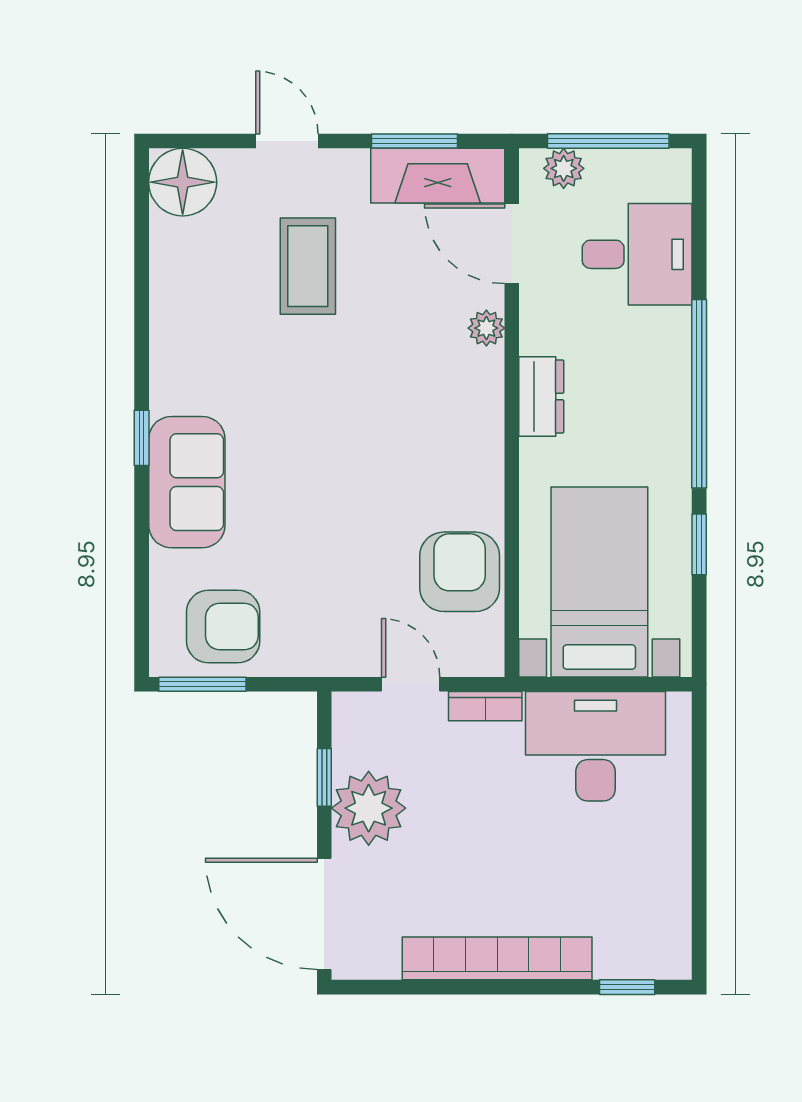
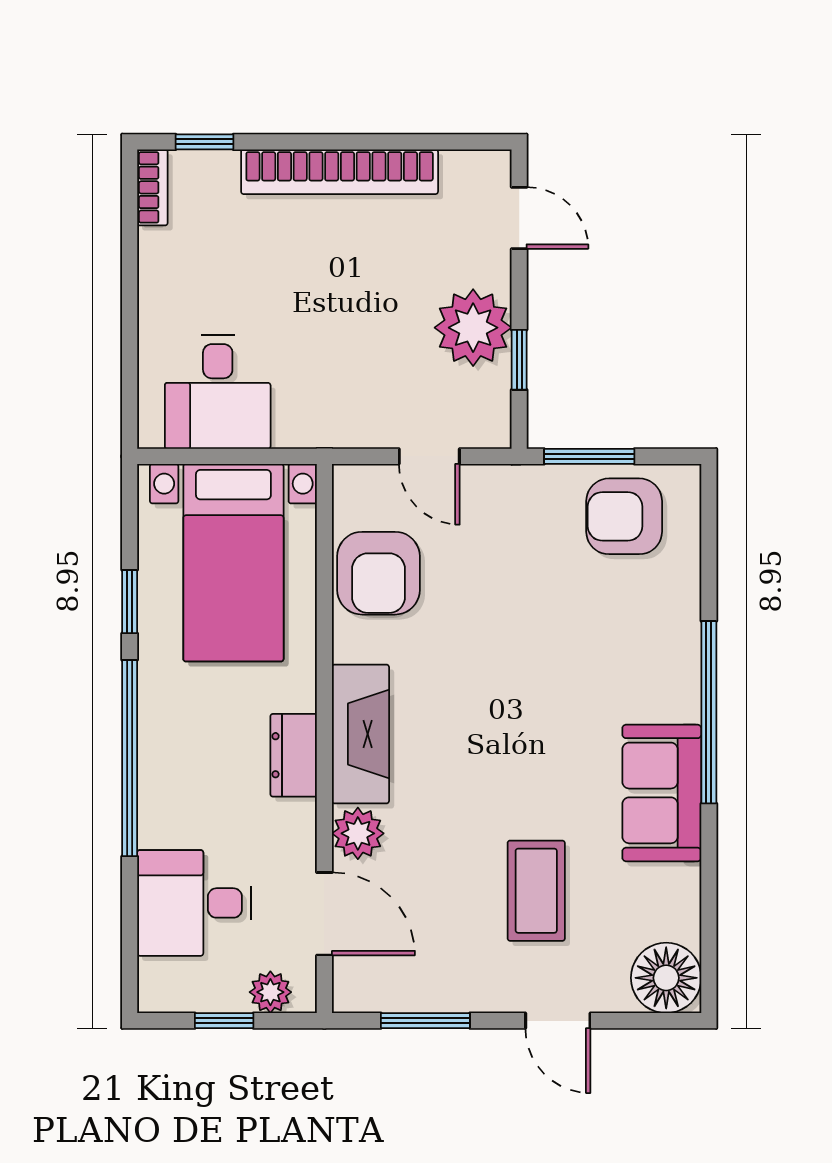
window: (608, 141) -> (224, 1021), width x0.46
fireplace: (438, 176) -> (360, 734), moved, turned 90
plant: (486, 328) -> (358, 833), width x1.38, depth x1.38
window: (142, 438) -> (709, 712), width x3.17
sofa: (187, 482) -> (662, 793), moved
window: (202, 684) -> (589, 456), moved
bookcase: (485, 706) -> (152, 187), moved, turned 90
desk: (596, 746) -> (218, 392), width x0.73
door: (324, 914) -> (519, 218), width x0.53

